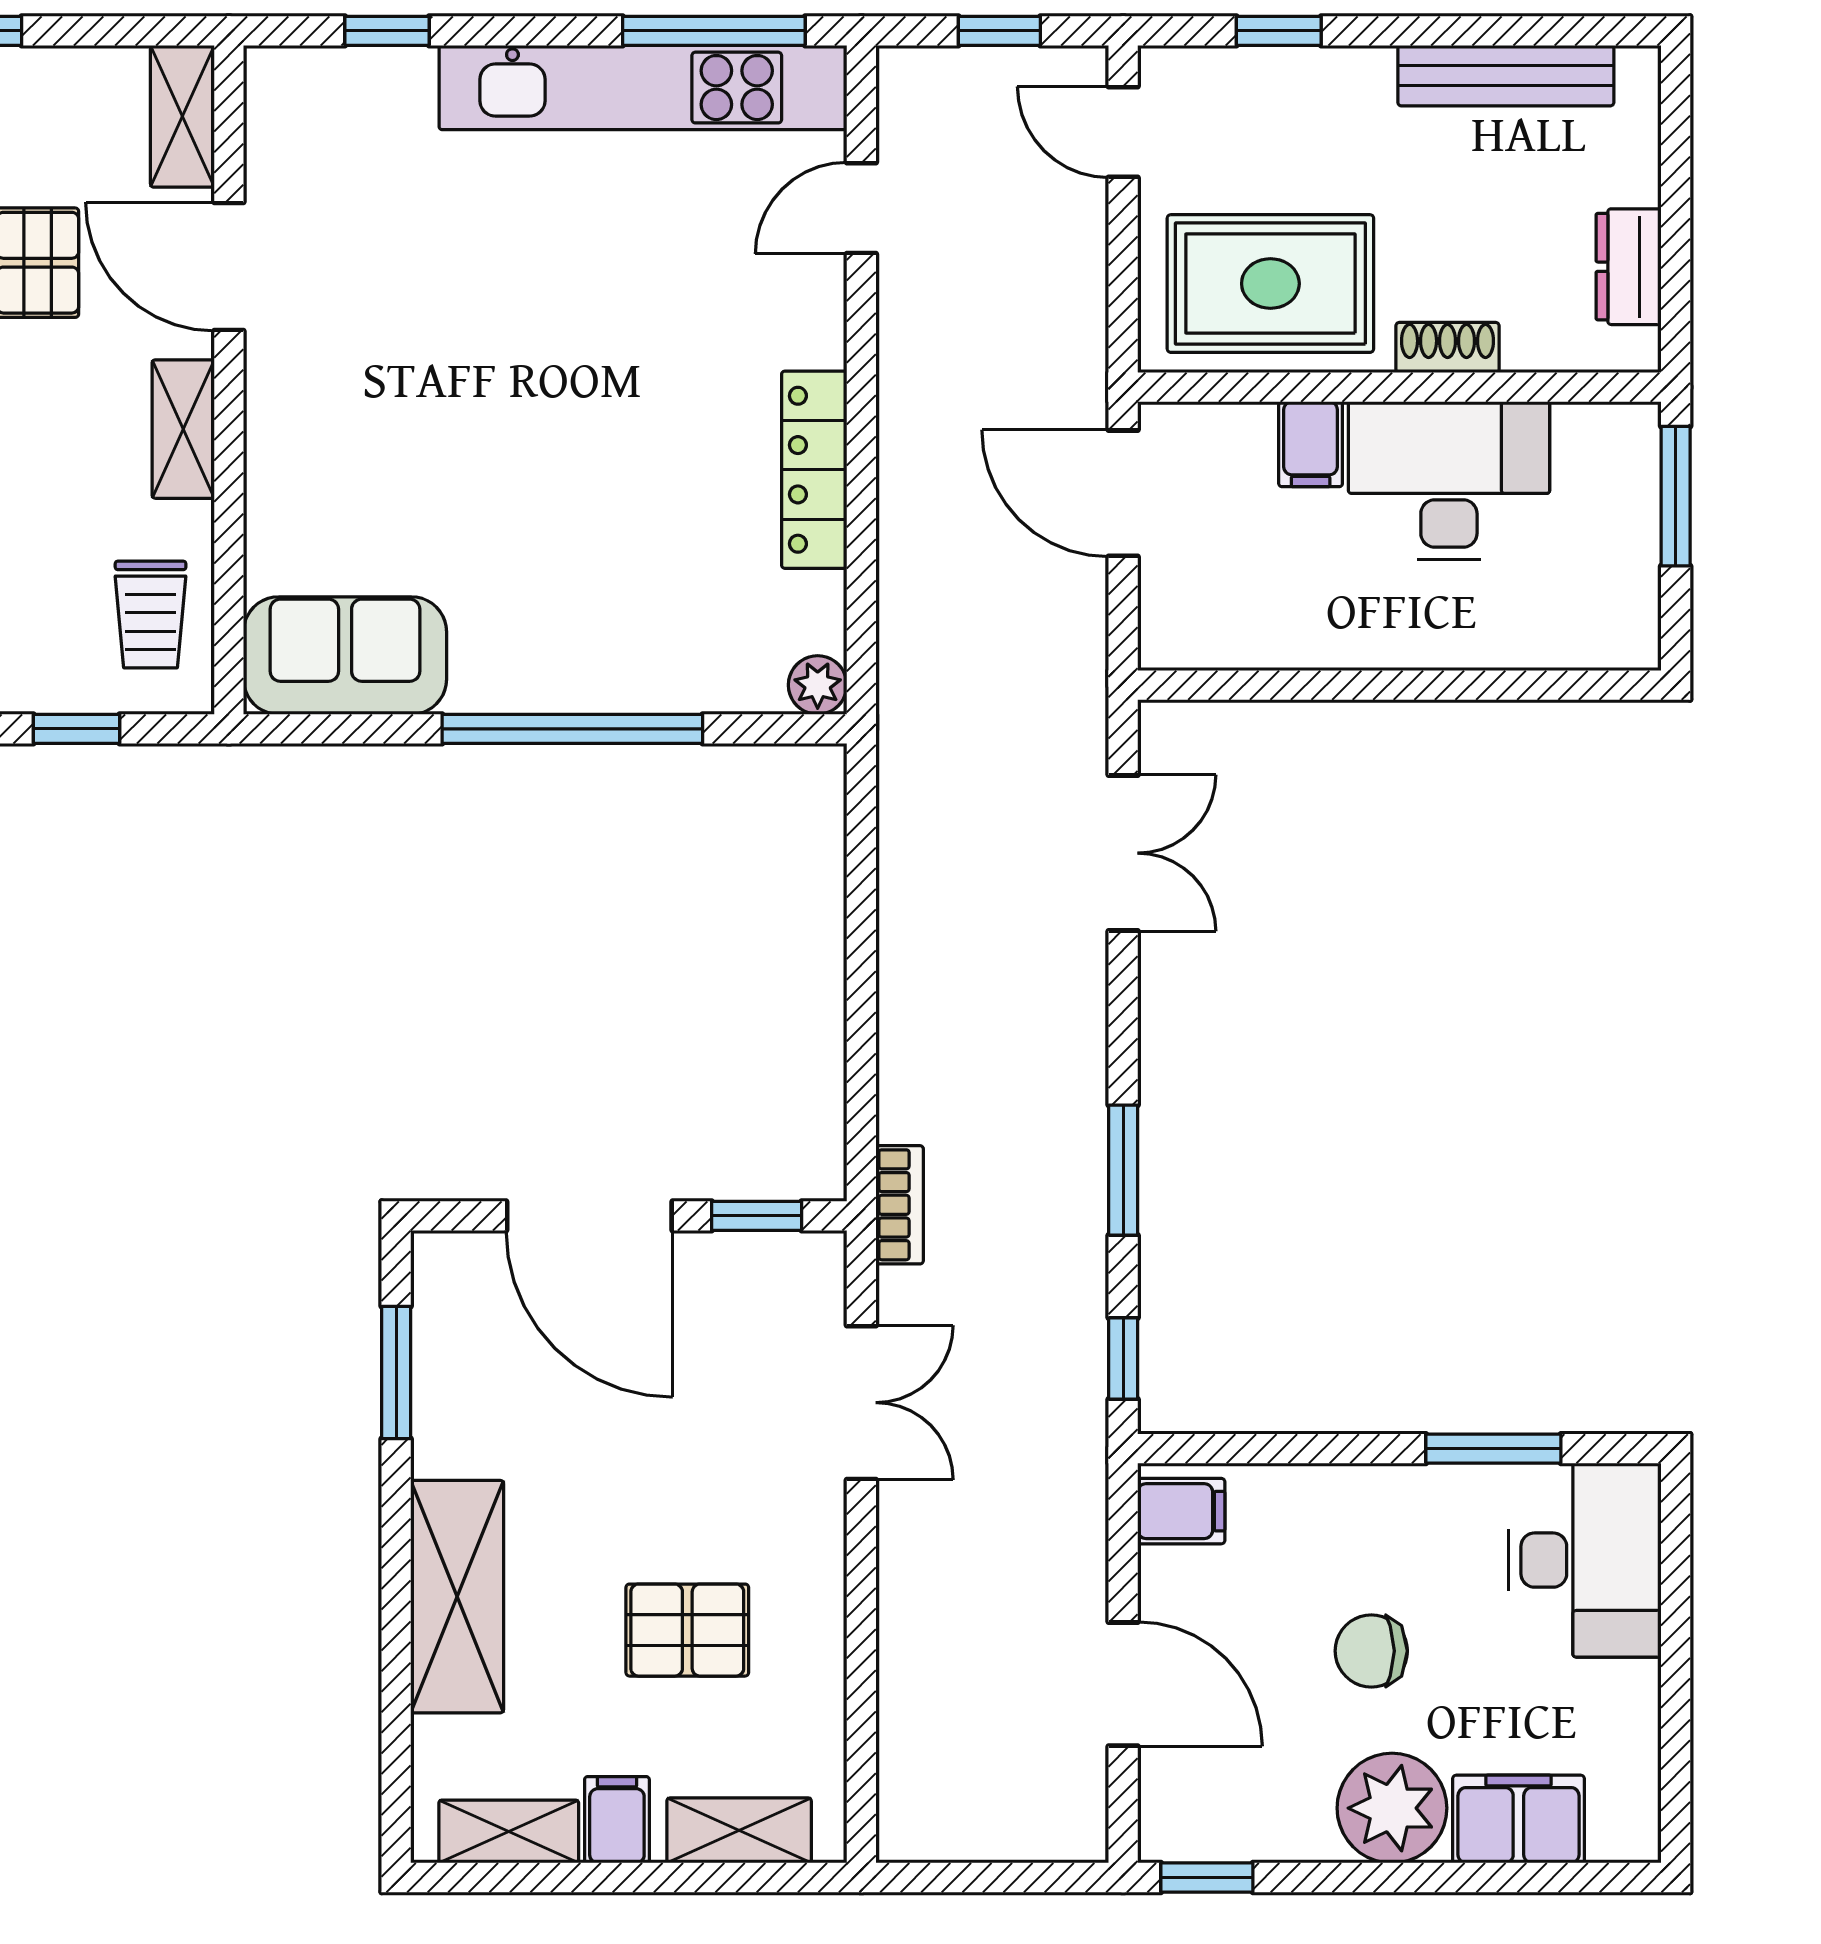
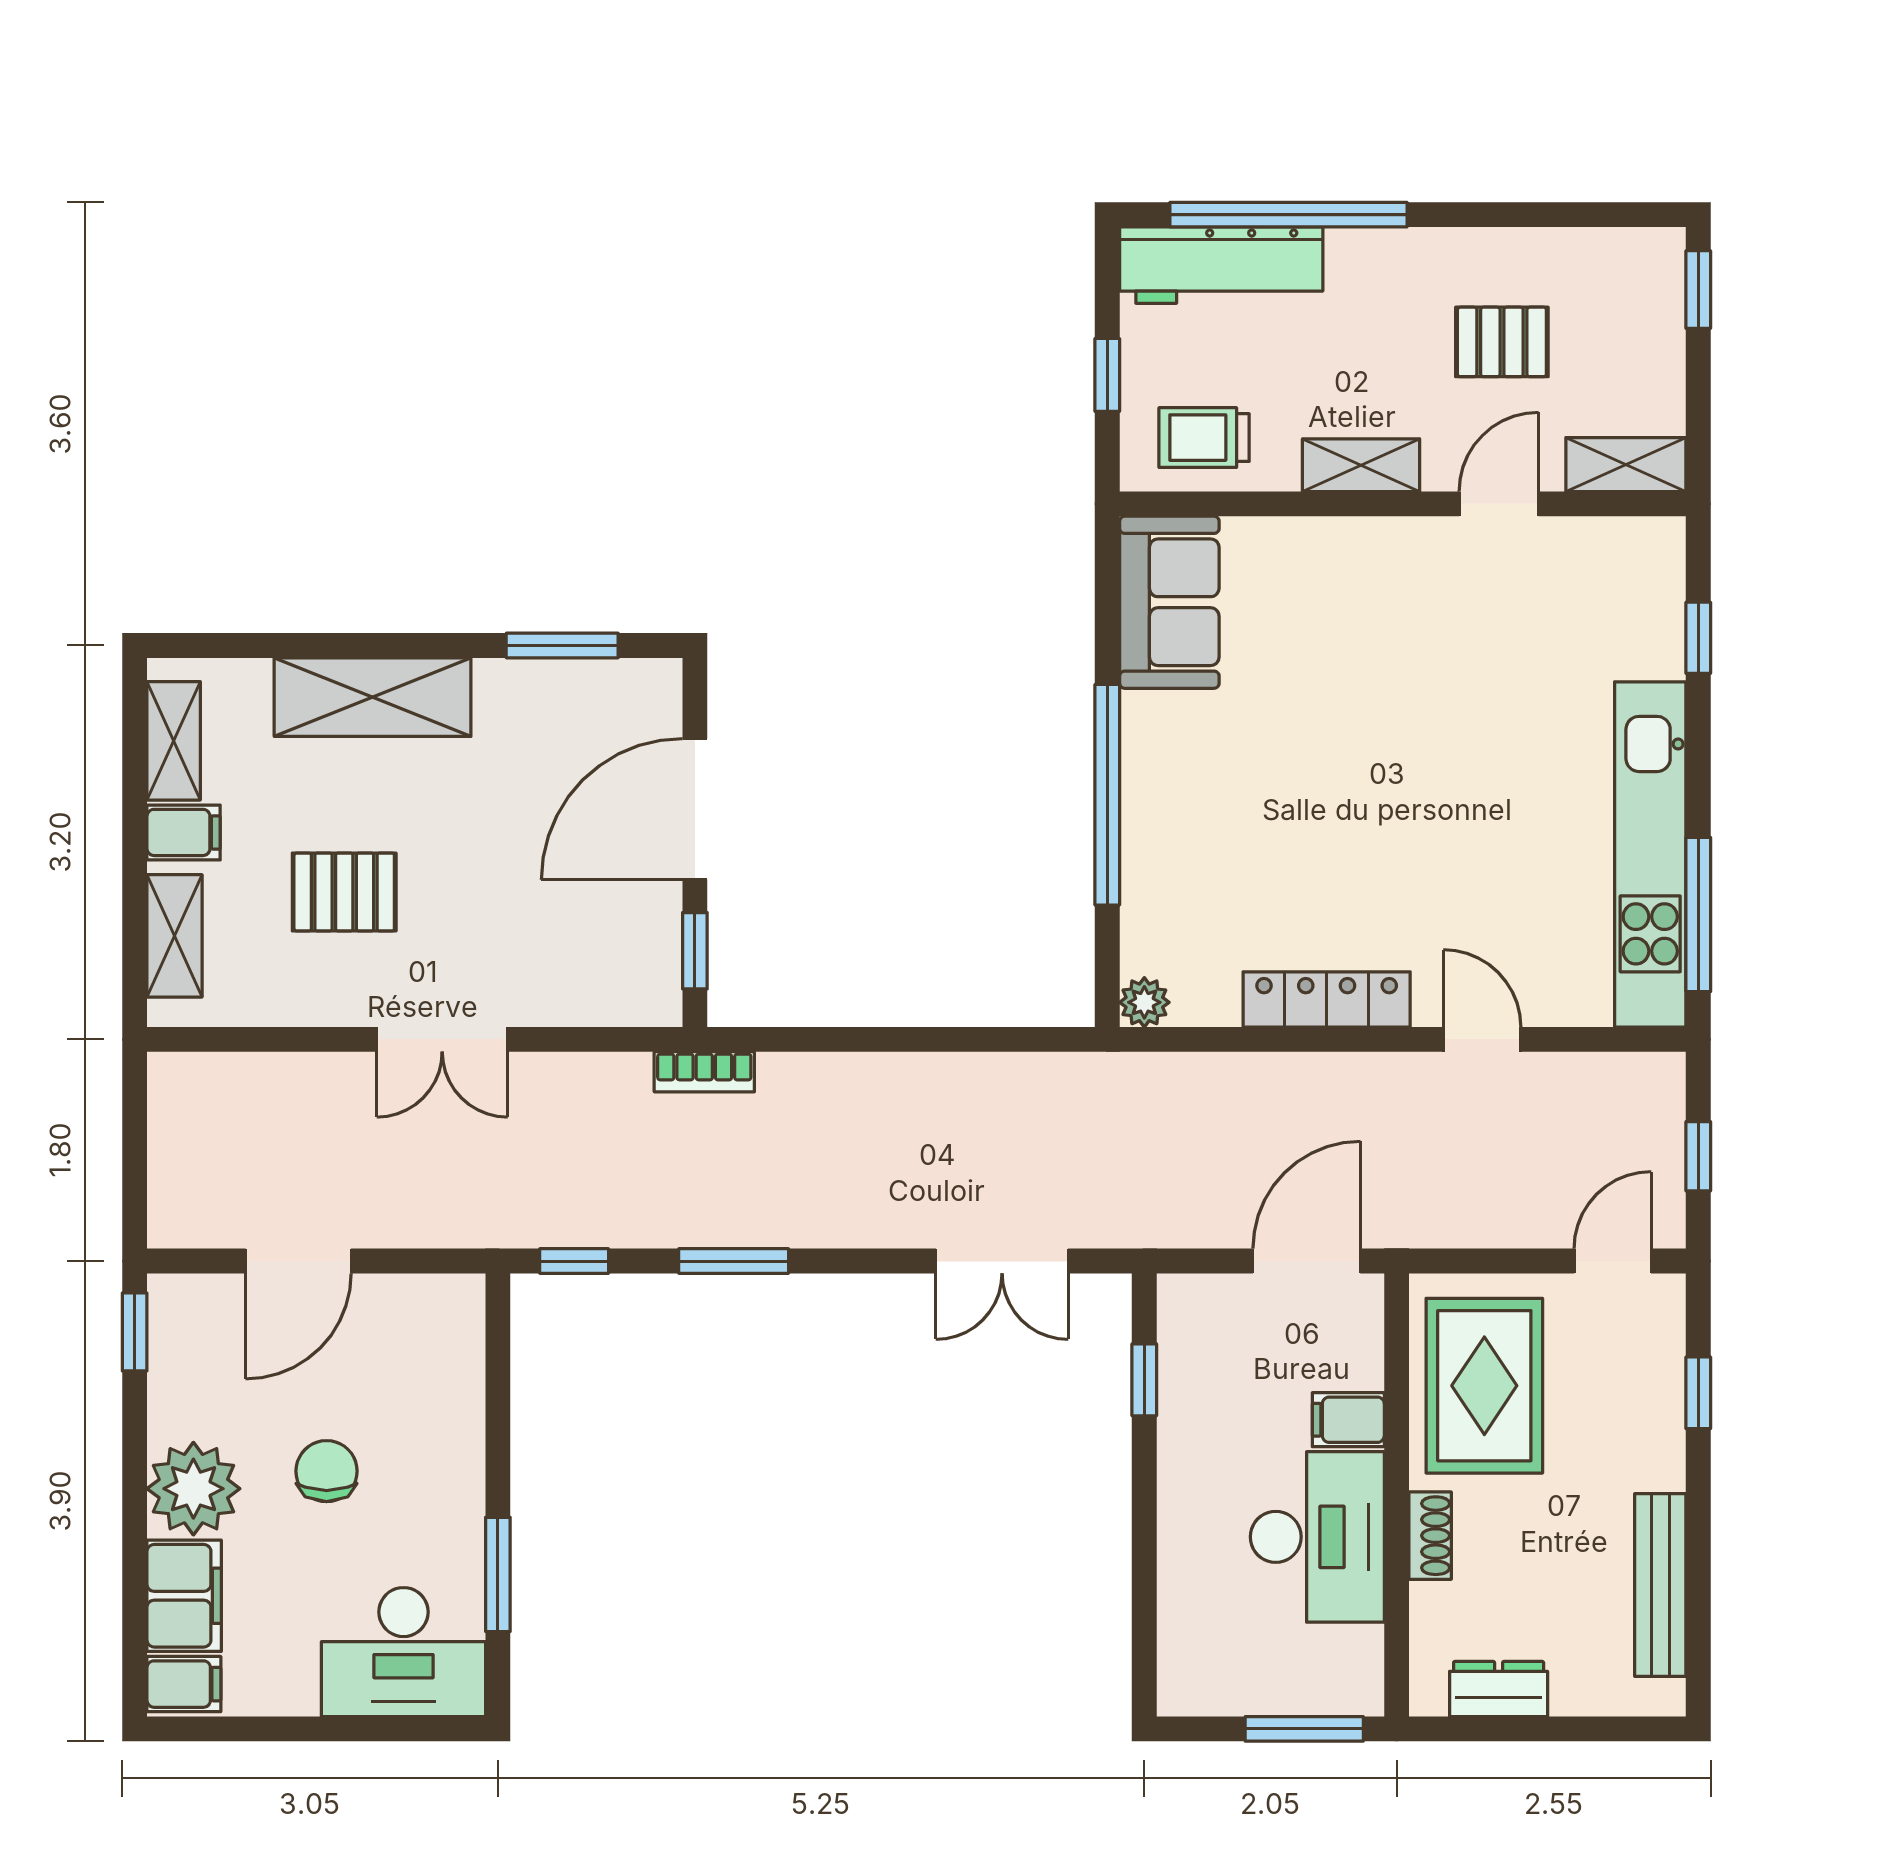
door: (861, 208) -> (1482, 1039), moved
door: (229, 267) -> (1499, 504), width x0.73
window: (1263, 685) -> (1144, 1380), added
double door: (861, 1403) -> (442, 1039), moved
filing cabinet: (1181, 1511) -> (184, 1684), moved, turned -90
pallet: (687, 1630) -> (344, 892), turned 90

